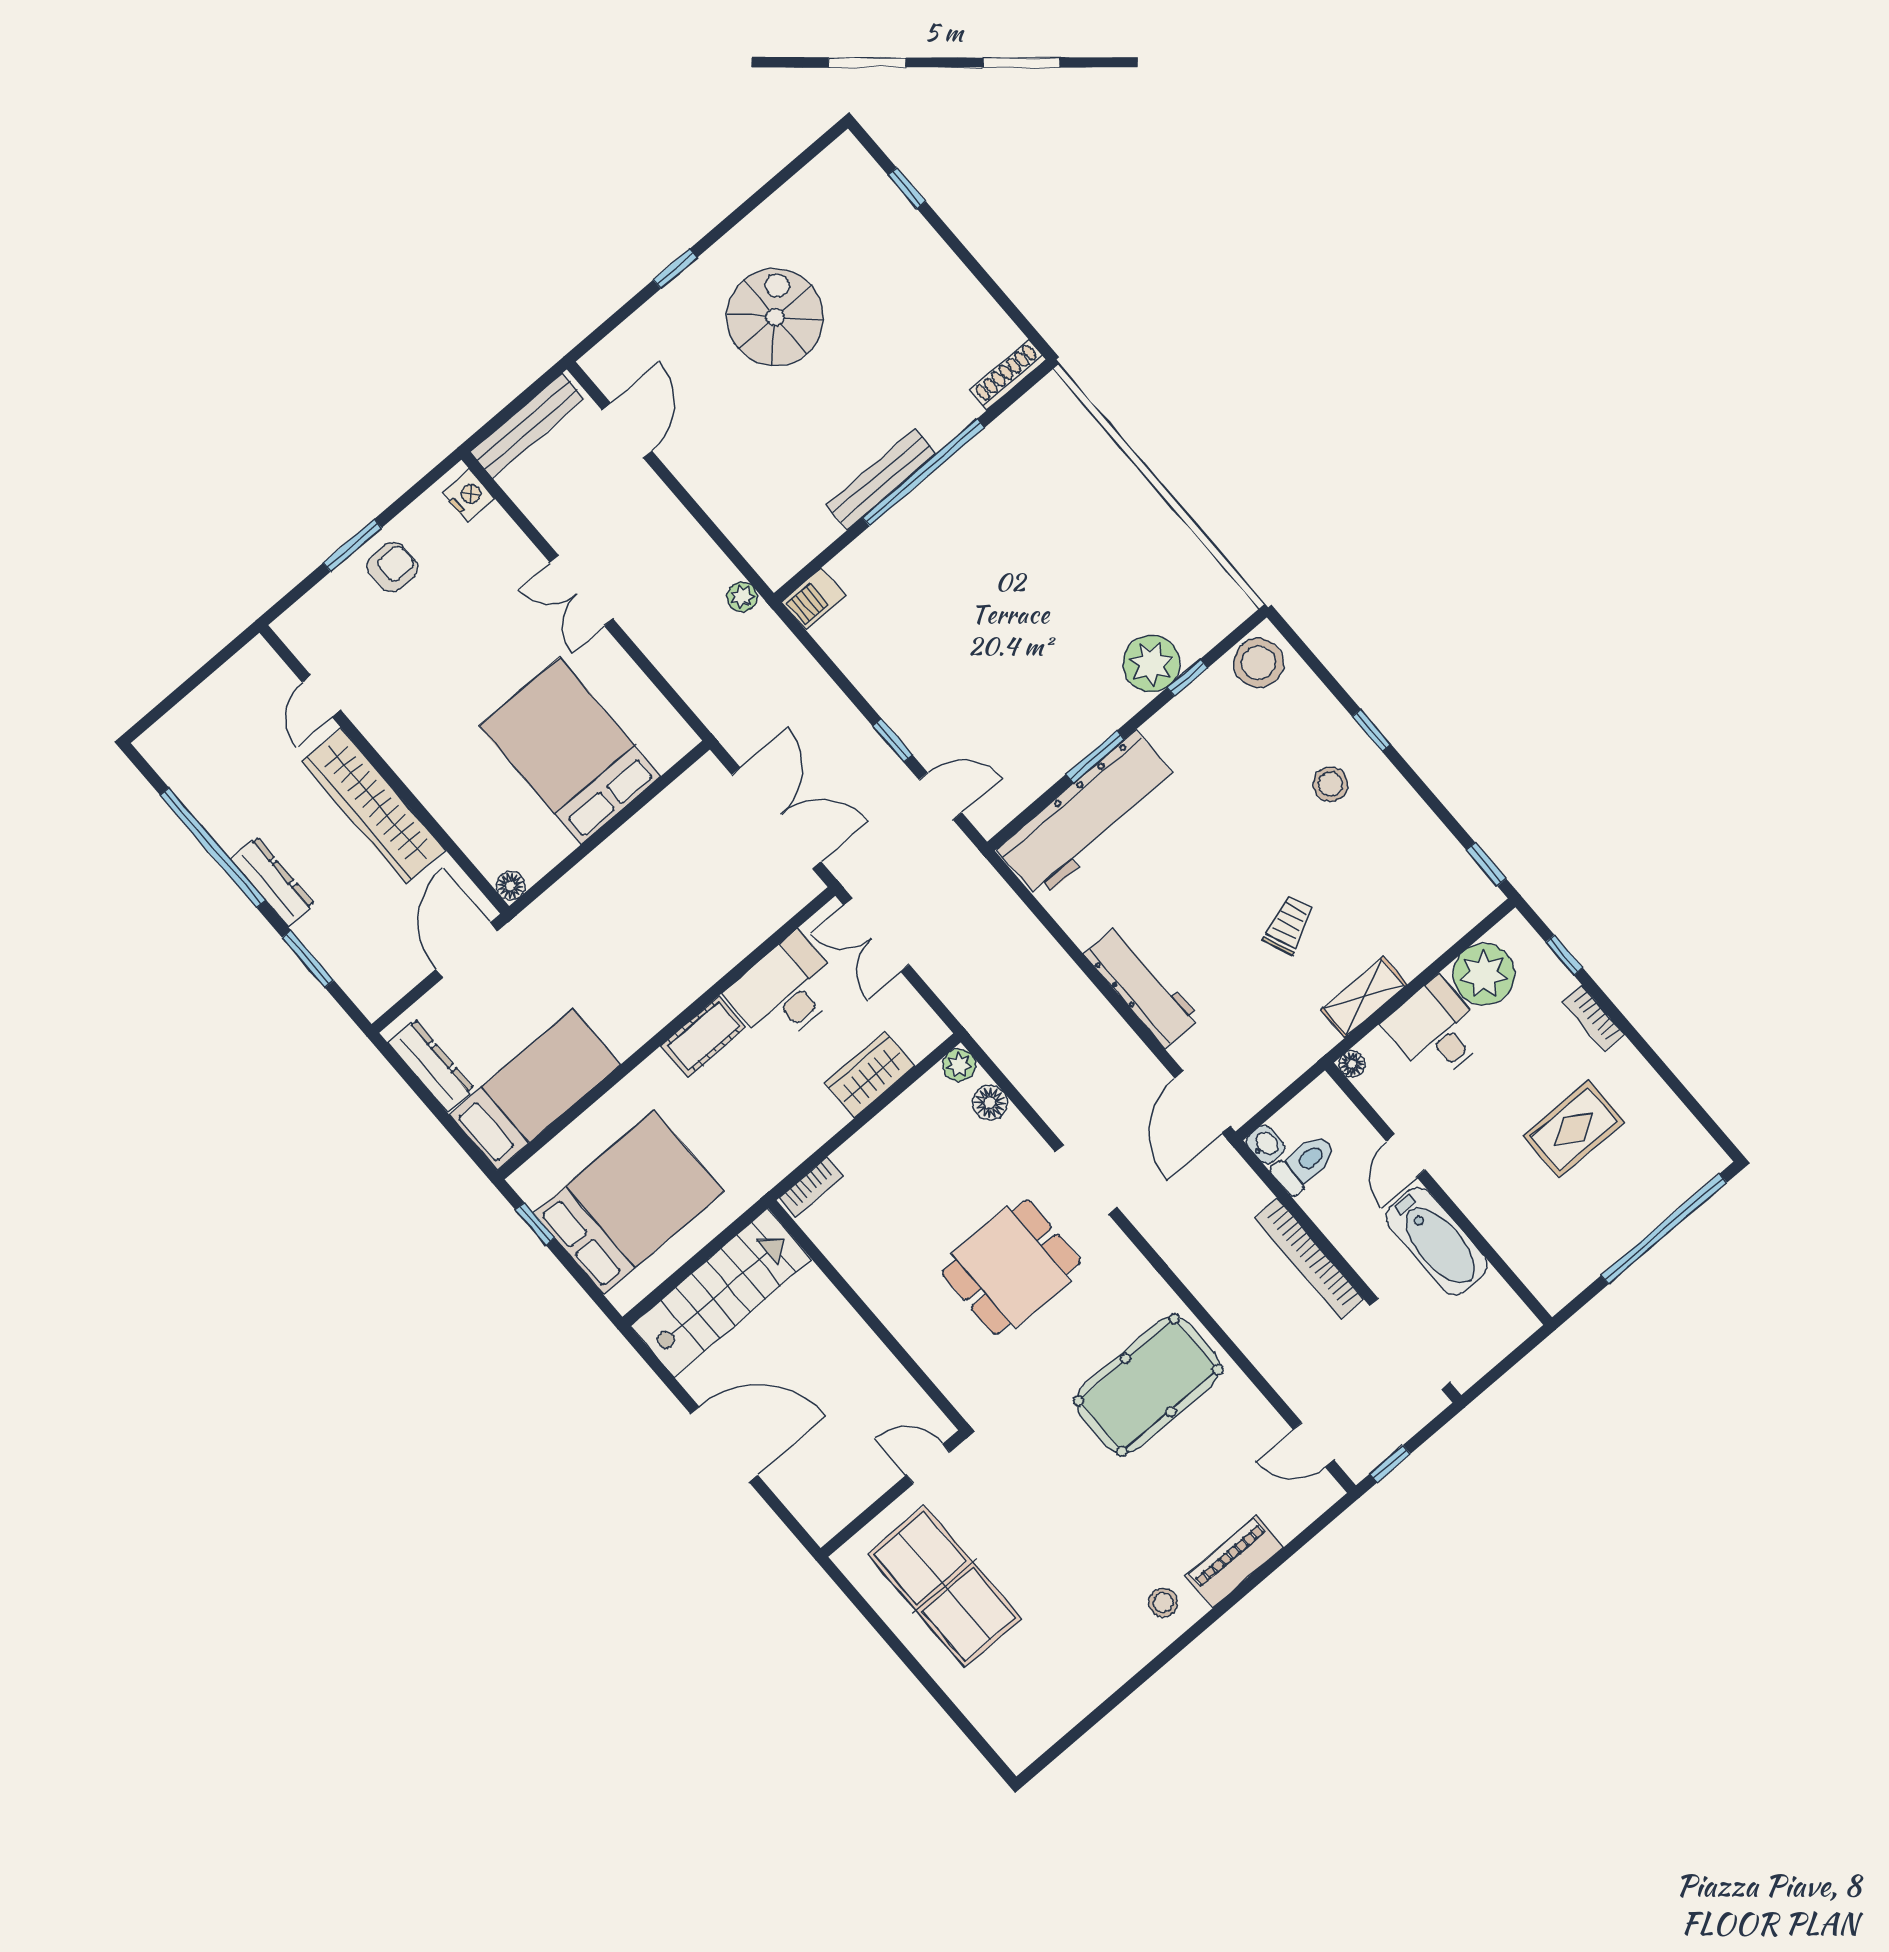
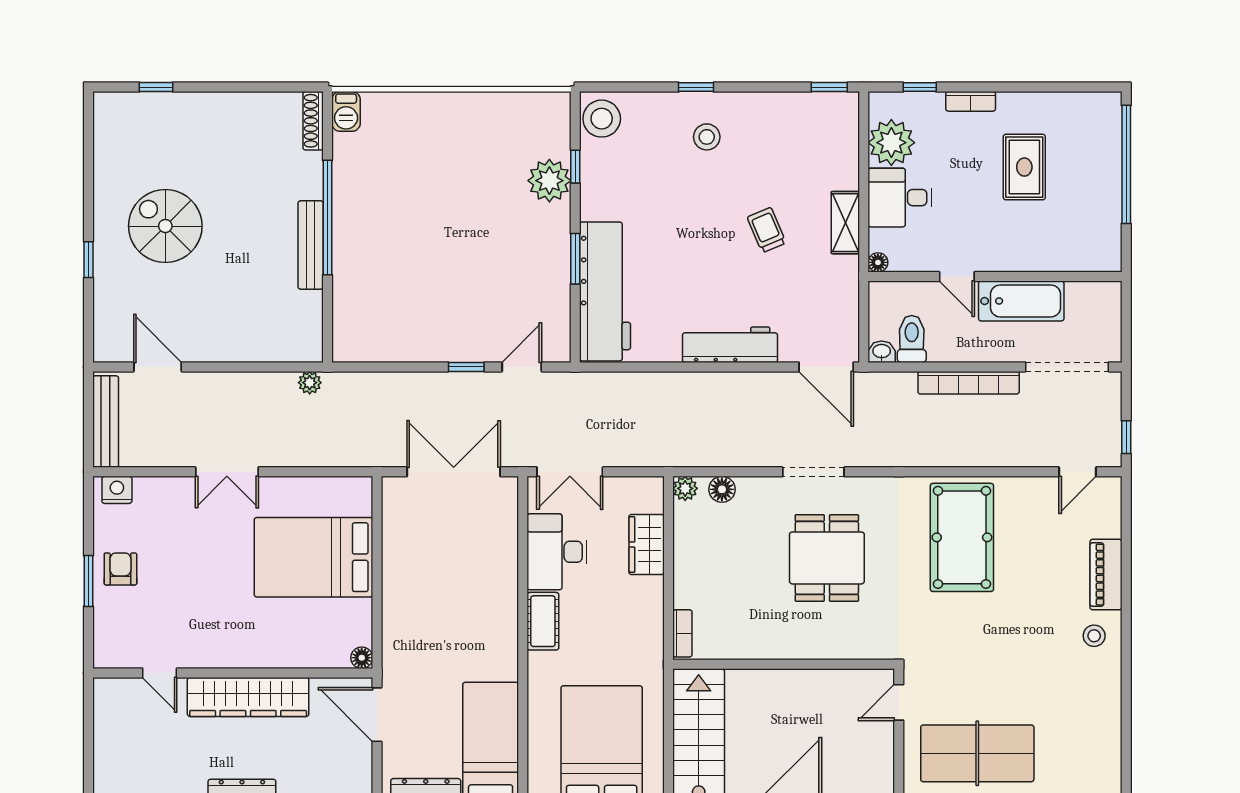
barbecue: (814, 599) -> (346, 111), moved

